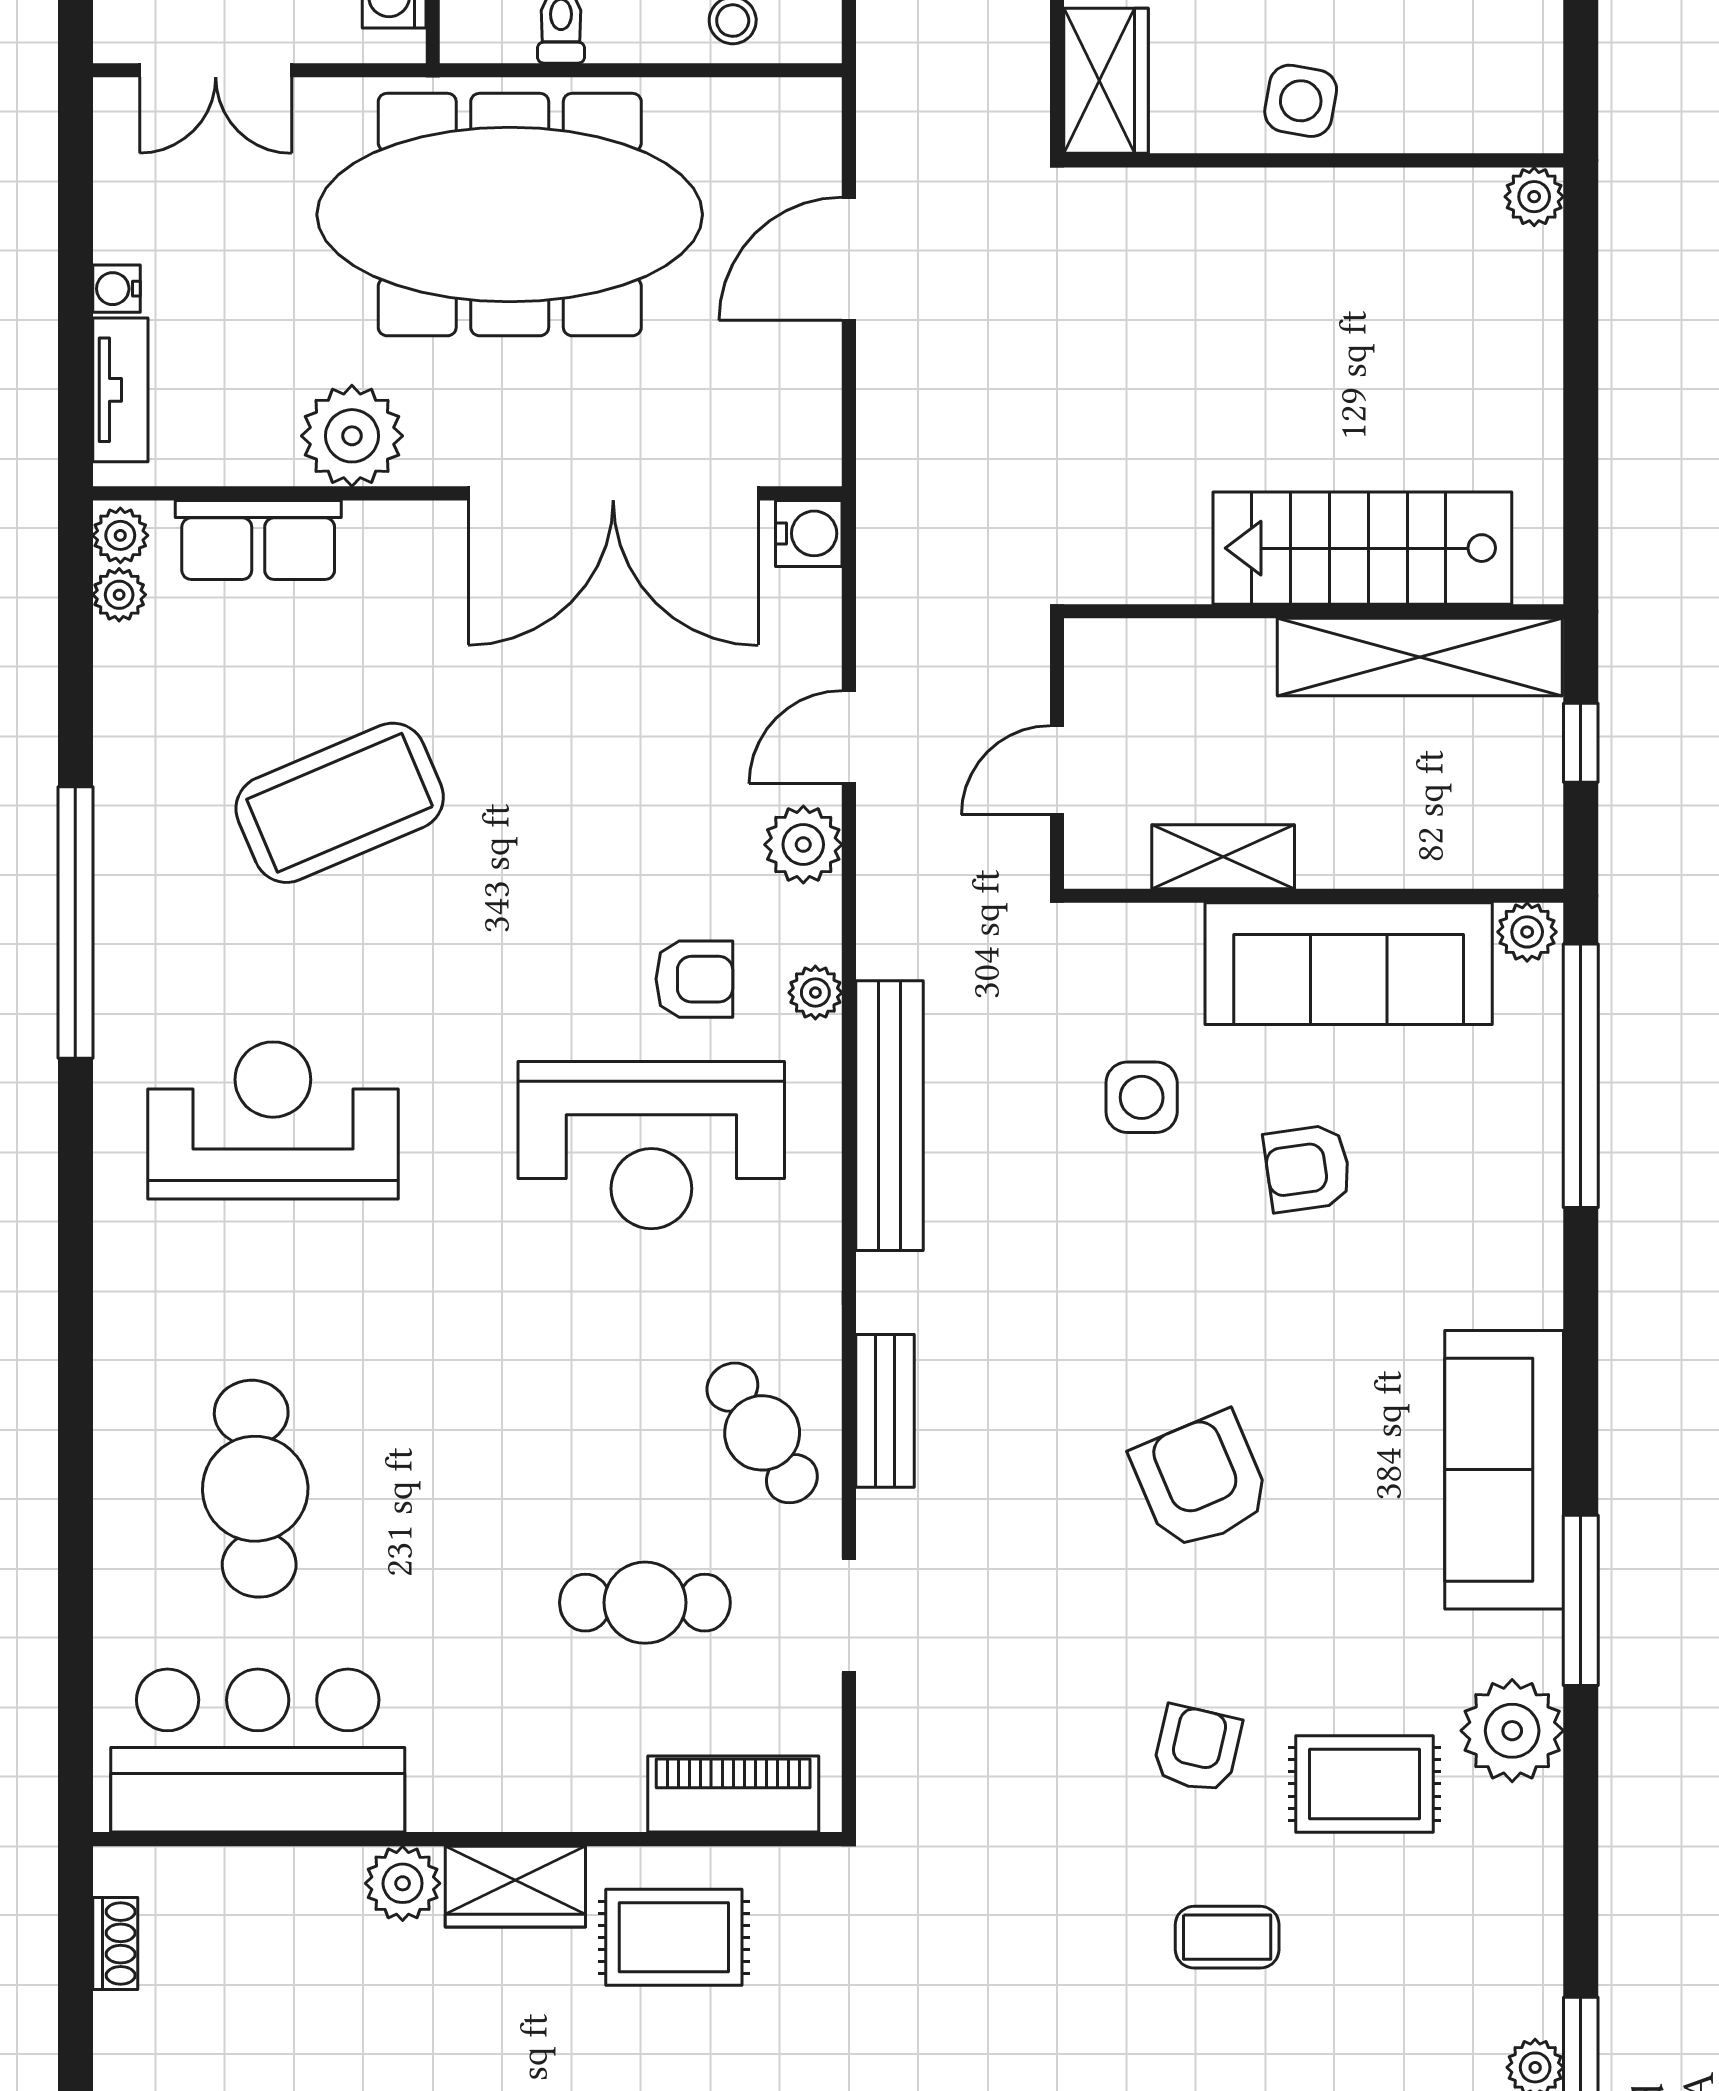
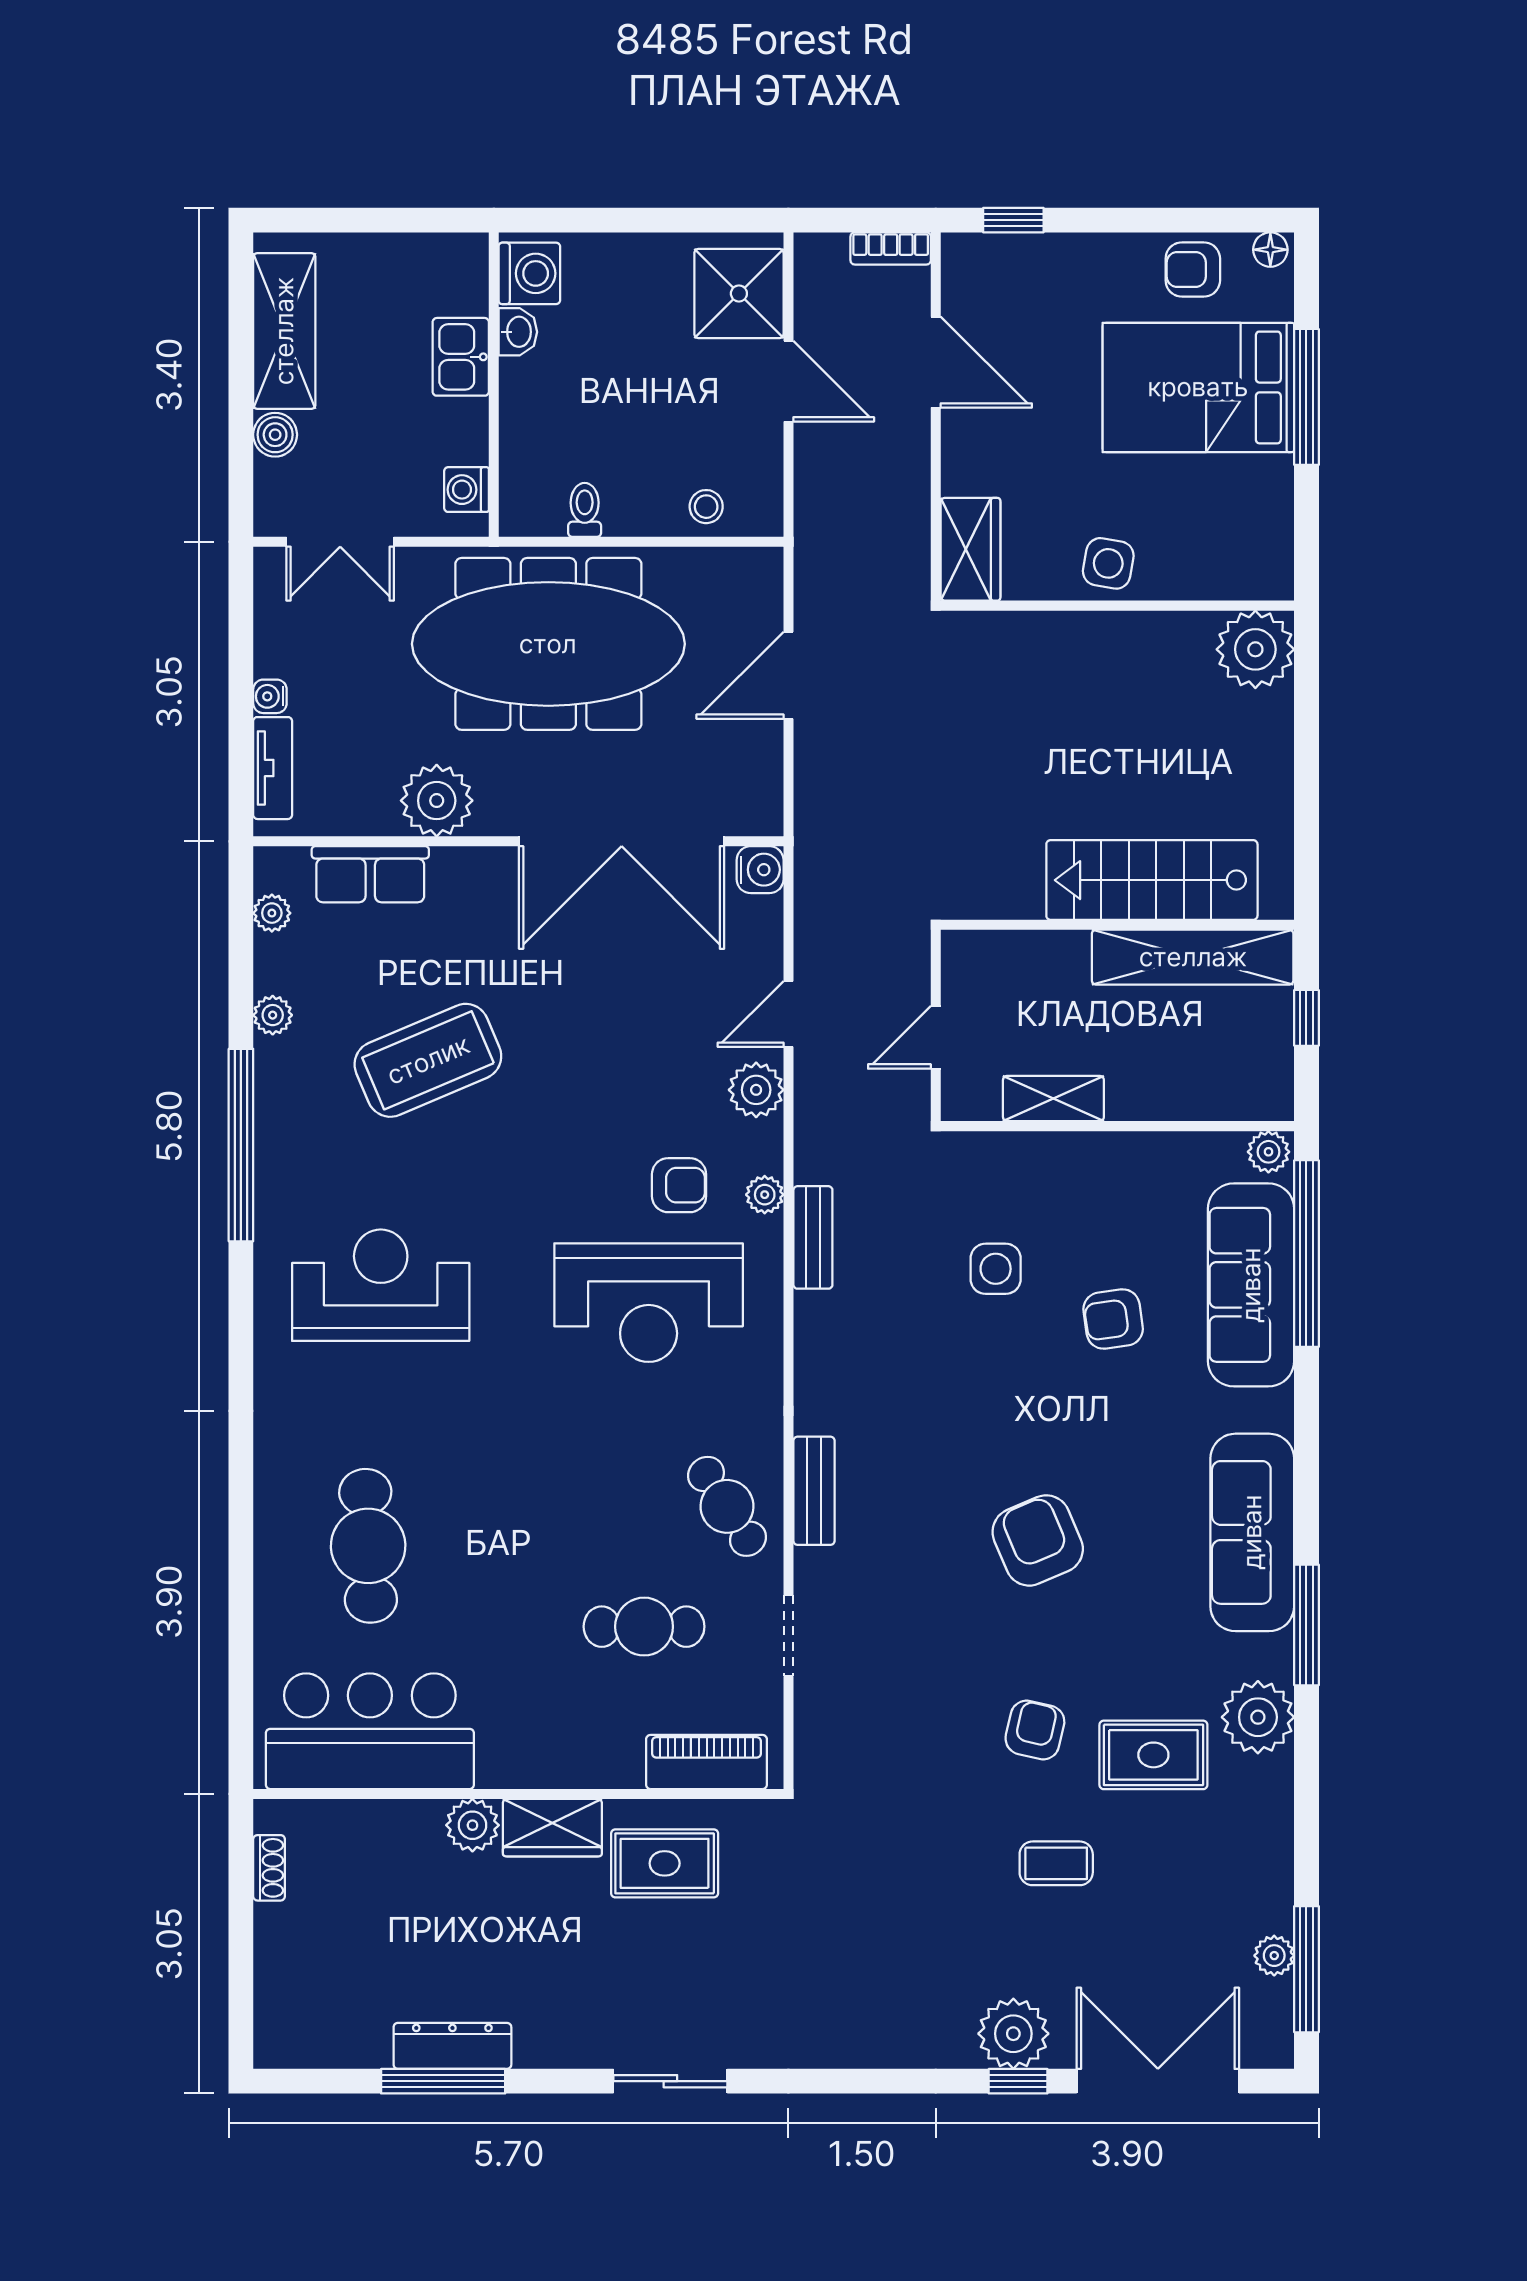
plant: (1534, 197) -> (1255, 649), width x1.87, depth x1.87
plant: (120, 535) -> (273, 1015), moved
sofa: (1349, 964) -> (1251, 1285), moved, turned 90
bench: (889, 1116) -> (813, 1237), width x0.54, depth x0.82

